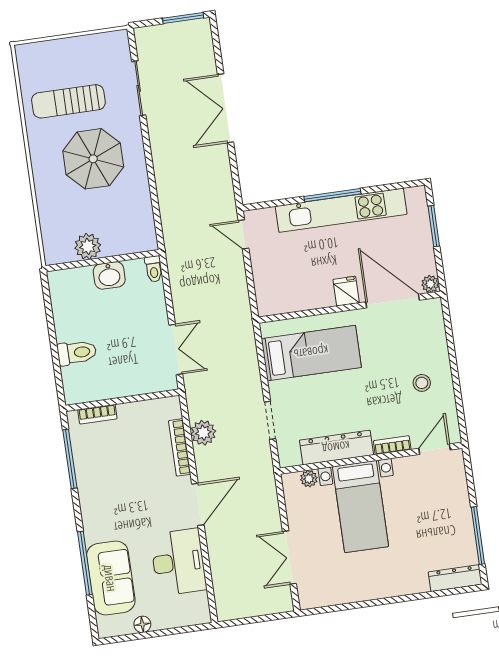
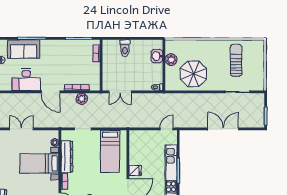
parasol: (93, 159) -> (193, 74), moved
washbasin: (109, 275) -> (157, 56), moved

